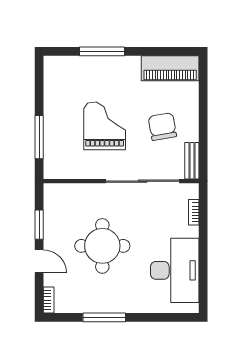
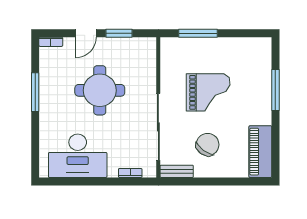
chair: (162, 127) -> (208, 145), turned -44

